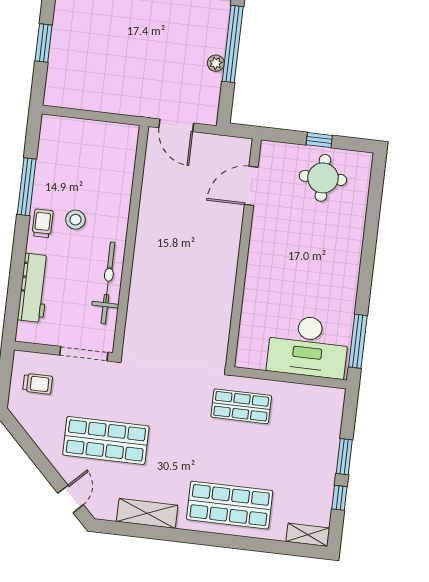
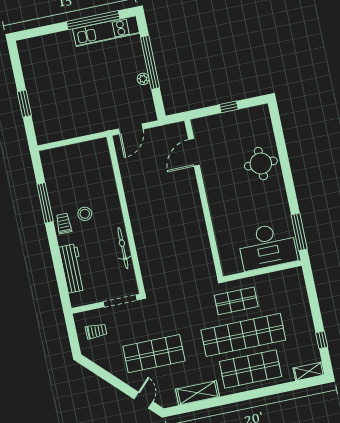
door: (176, 125) -> (131, 129), hinge flipped
round table: (323, 178) -> (261, 164), moved
bicycle: (108, 283) -> (123, 248), width x0.73, depth x0.71
shop shelf: (235, 456) -> (243, 335), added
window: (344, 457) -> (316, 311), removed

